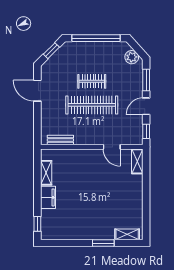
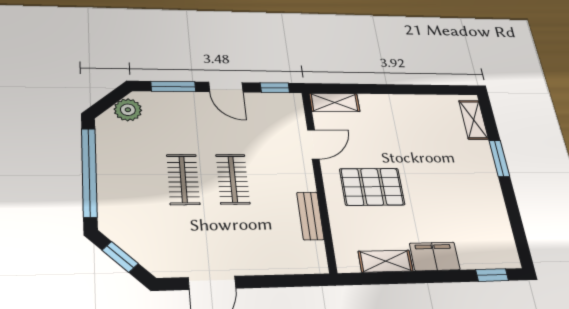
clothes rail: (92, 105) -> (233, 179), width x0.54, depth x0.76
bench: (60, 140) -> (310, 216), moved
pallet: (87, 173) -> (372, 187), added

